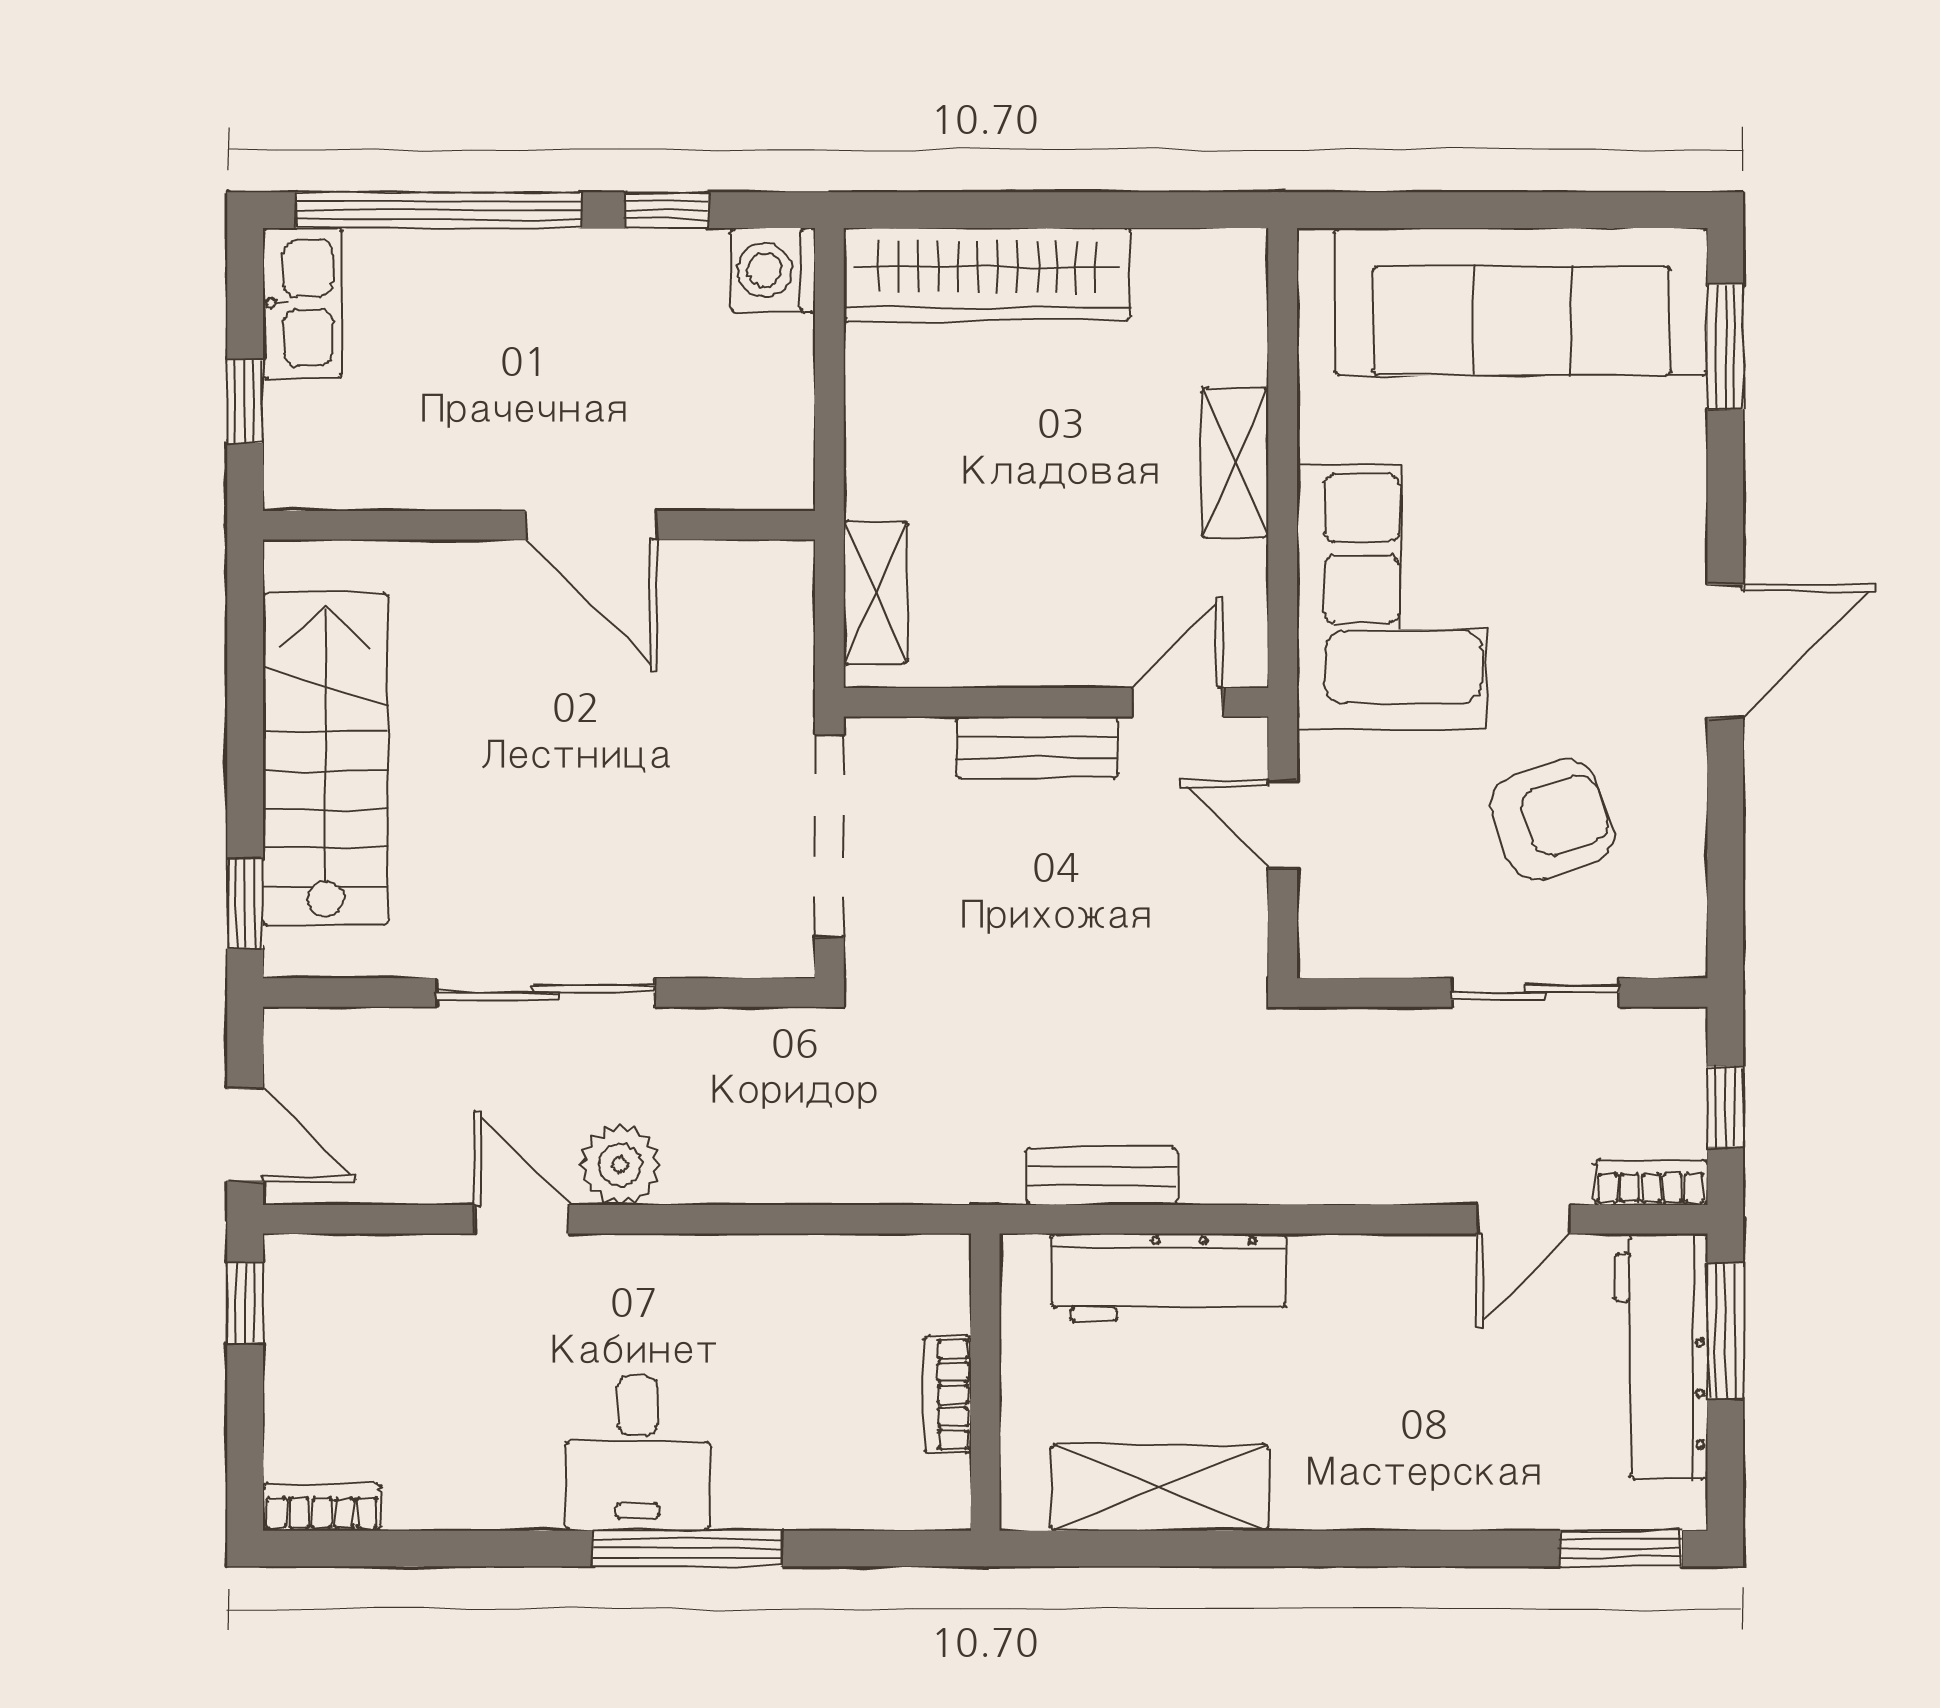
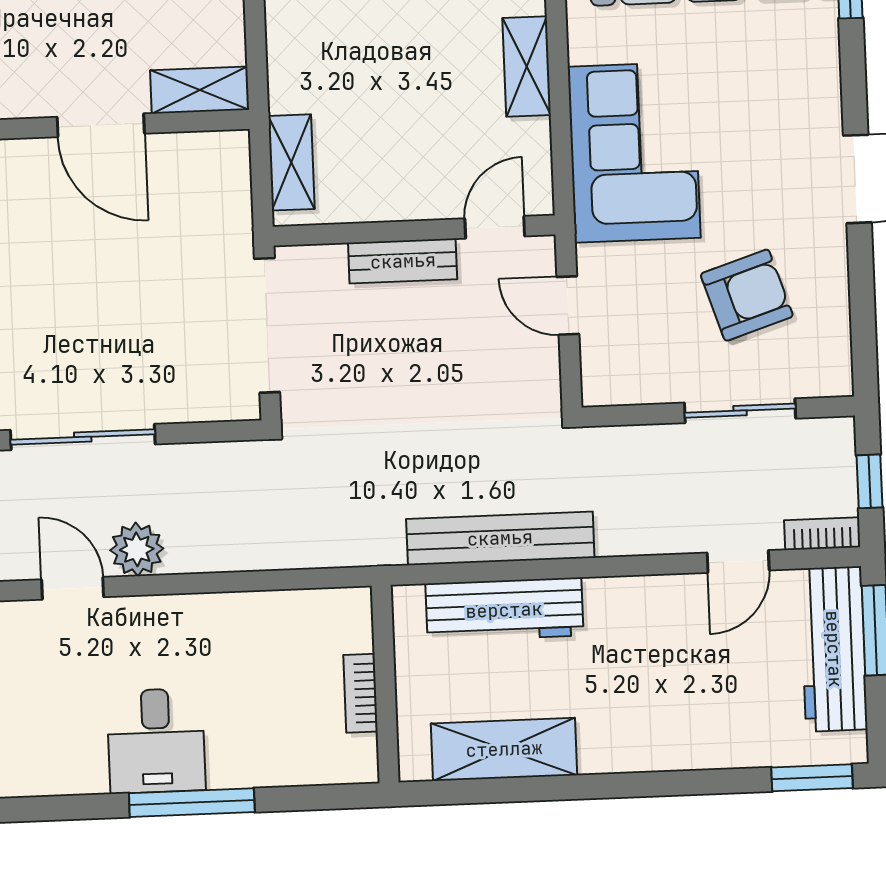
shelving: (742, 478) -> (200, 90), added
bench: (1102, 1176) -> (500, 538), width x1.86, depth x1.21

